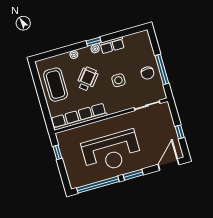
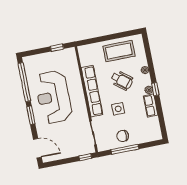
row of seats: (79, 117) -> (92, 91), moved
window: (180, 132) -> (85, 157), moved

